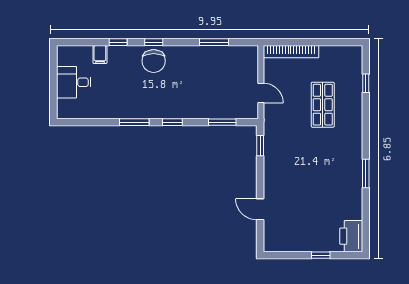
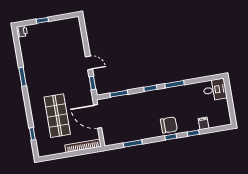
chair: (154, 61) -> (169, 125), turned 90
desk: (74, 82) -> (215, 90), moved
door: (261, 93) -> (98, 116), width x1.88
shop shelf: (323, 105) -> (57, 116), width x1.43, depth x1.36
door: (260, 209) -> (89, 63), moved
printer: (351, 236) -> (22, 31), width x0.53, depth x0.68

